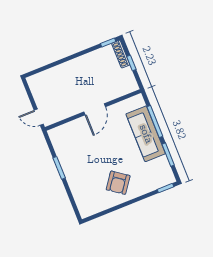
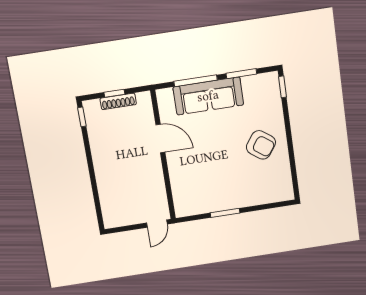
shoe rack: (121, 54) -> (118, 101), moved
door: (95, 109) -> (160, 138), moved

